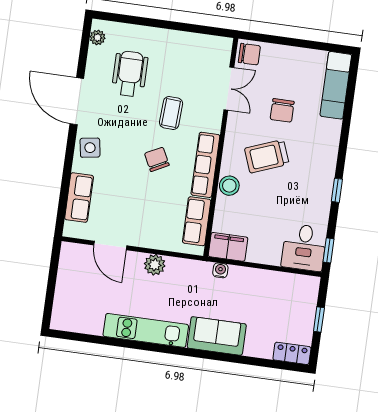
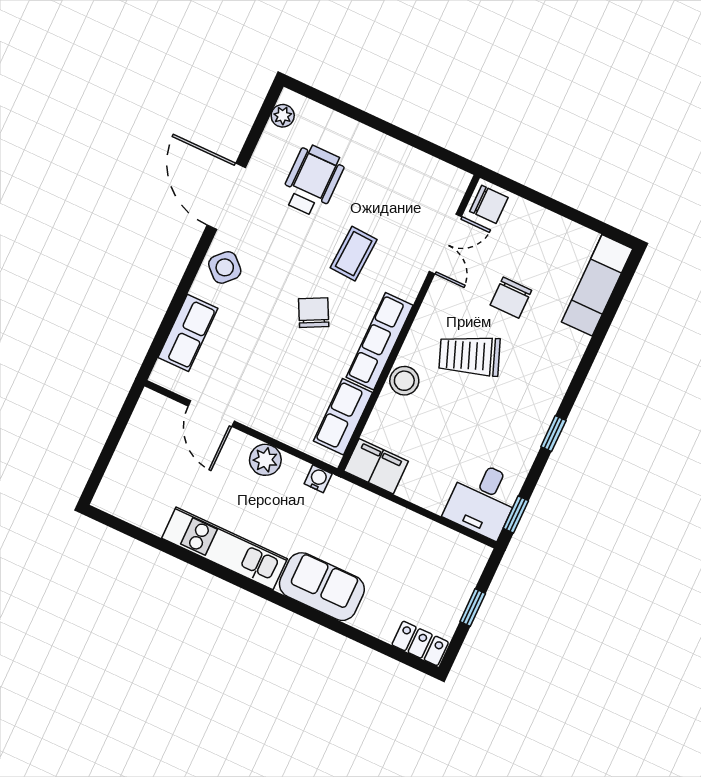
side table: (90, 148) -> (225, 267), turned -37
water cooler: (220, 270) -> (318, 479), moved

